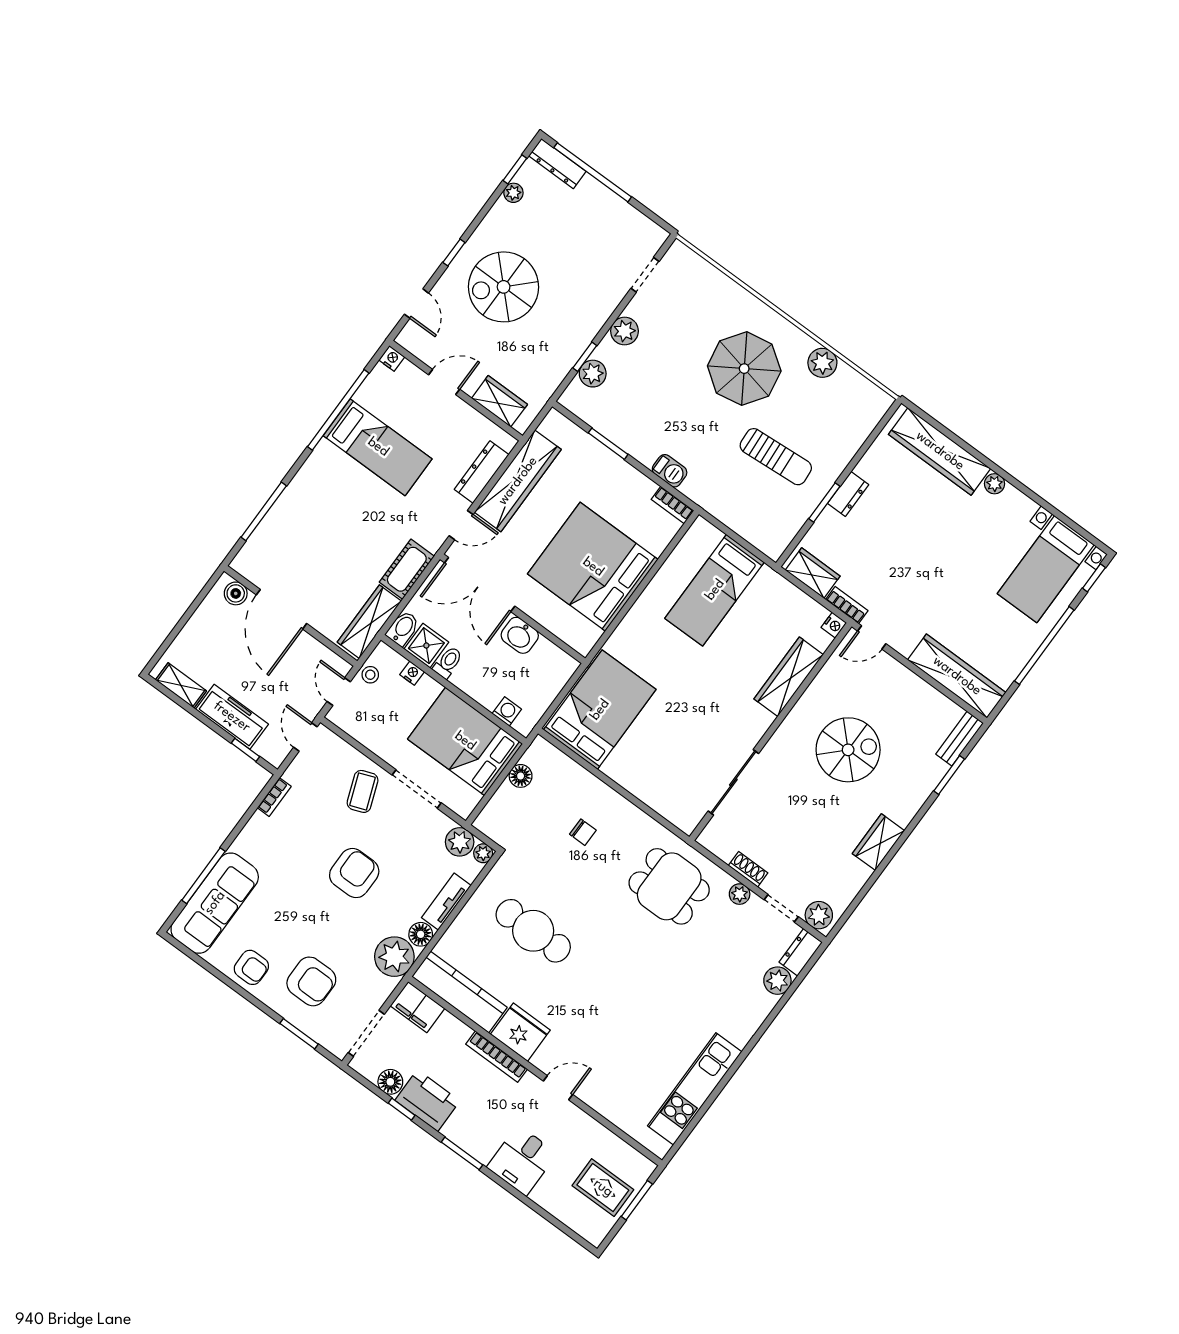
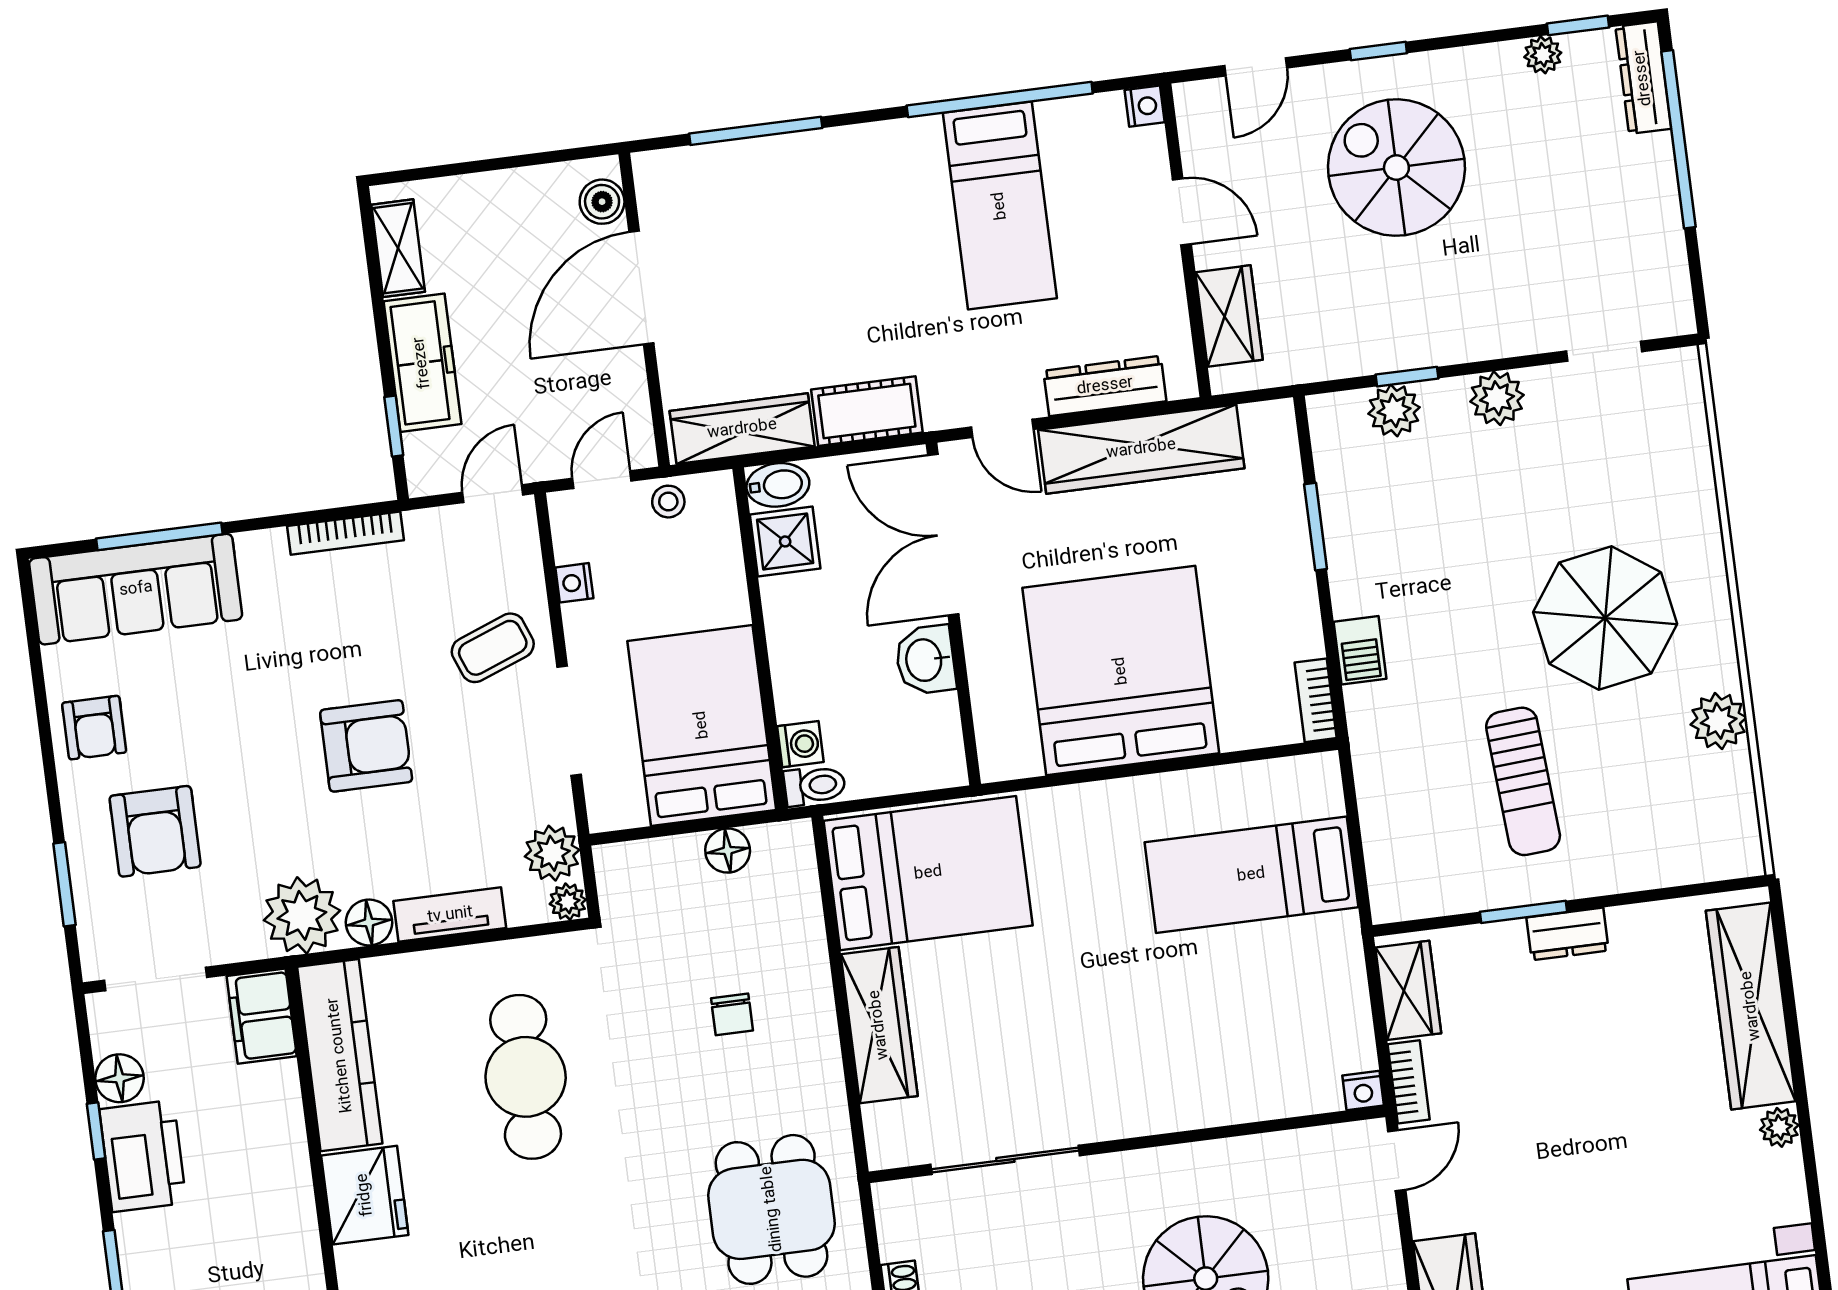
door: (872, 637) -> (1397, 1160), swing flipped
toilet: (448, 662) -> (815, 786), moved
nightstand: (412, 673) -> (574, 583), moved, turned 180
wardrobe: (789, 677) -> (879, 1025), moved, turned 90
bookcase: (274, 797) -> (346, 533), width x1.56
bookcase: (497, 1057) -> (298, 1195), removed

